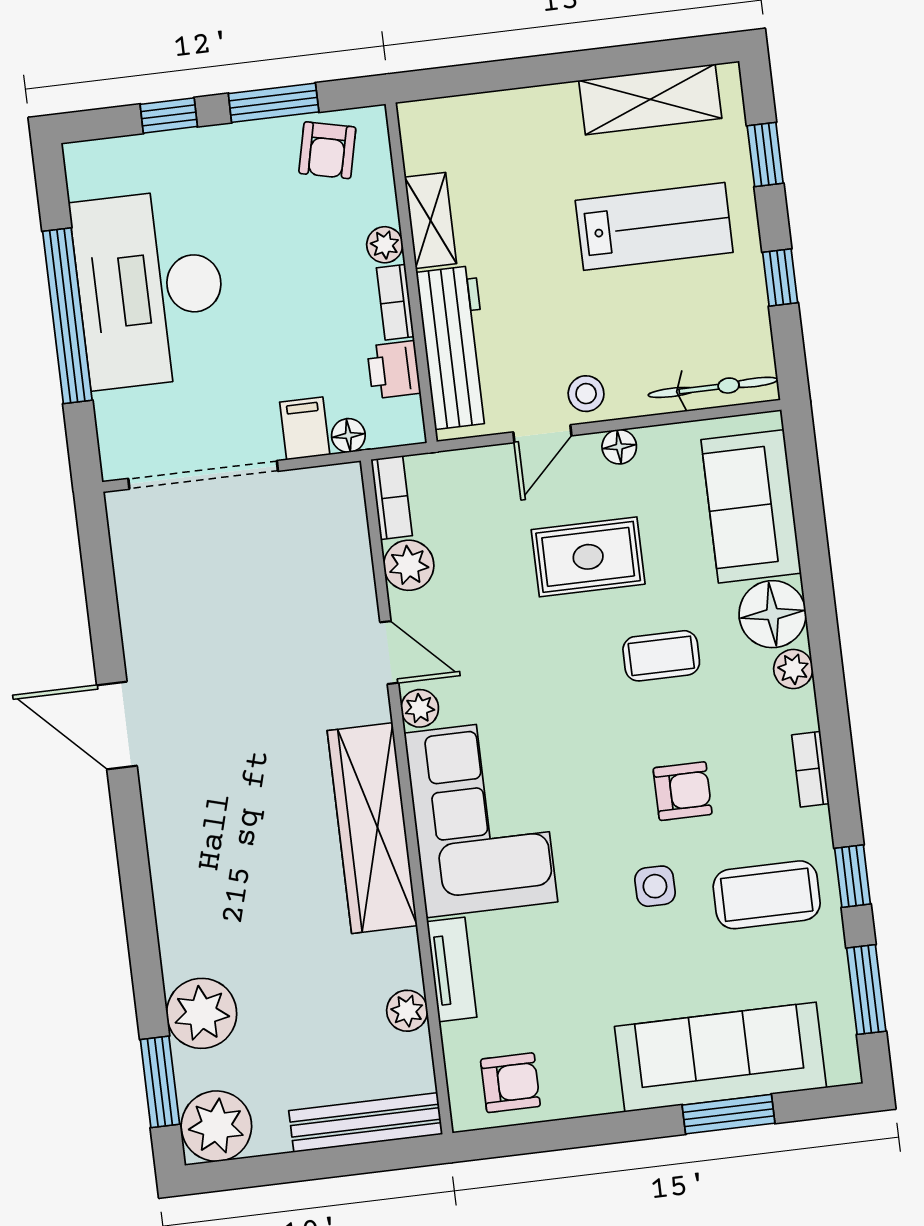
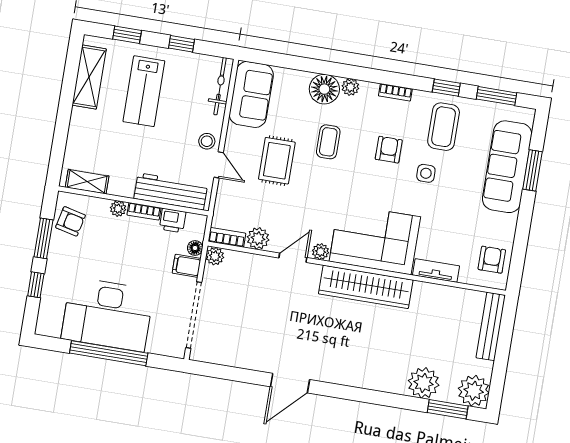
shelving: (430, 220) -> (87, 182), moved
lab bench: (654, 226) -> (144, 91), turned 180
floor lamp: (619, 447) -> (234, 134), removed
sofa: (751, 506) -> (251, 94), moved, turned -90
plant: (407, 1011) -> (215, 256), moved

